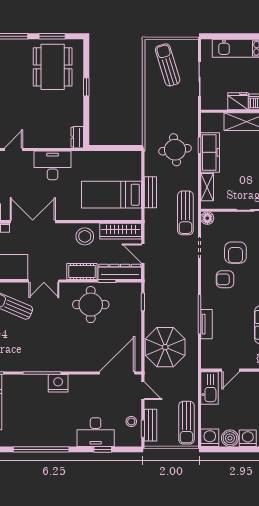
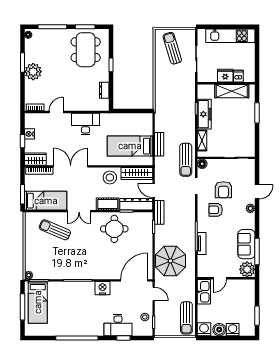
dresser: (77, 137) -> (104, 90), moved
round table: (175, 150) -> (178, 112), removed
nightstand: (58, 383) -> (102, 288), moved
bench: (150, 425) -> (159, 212), moved

